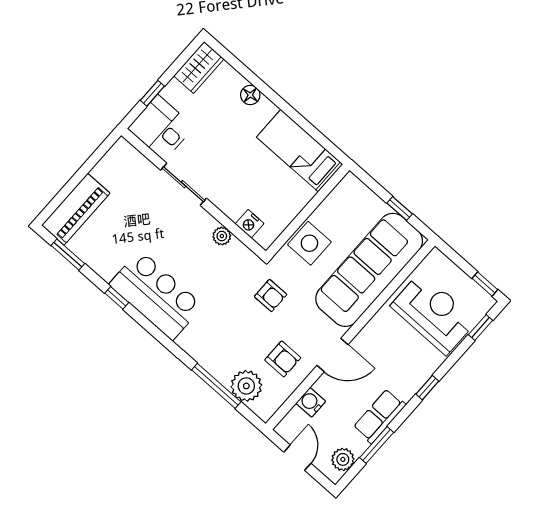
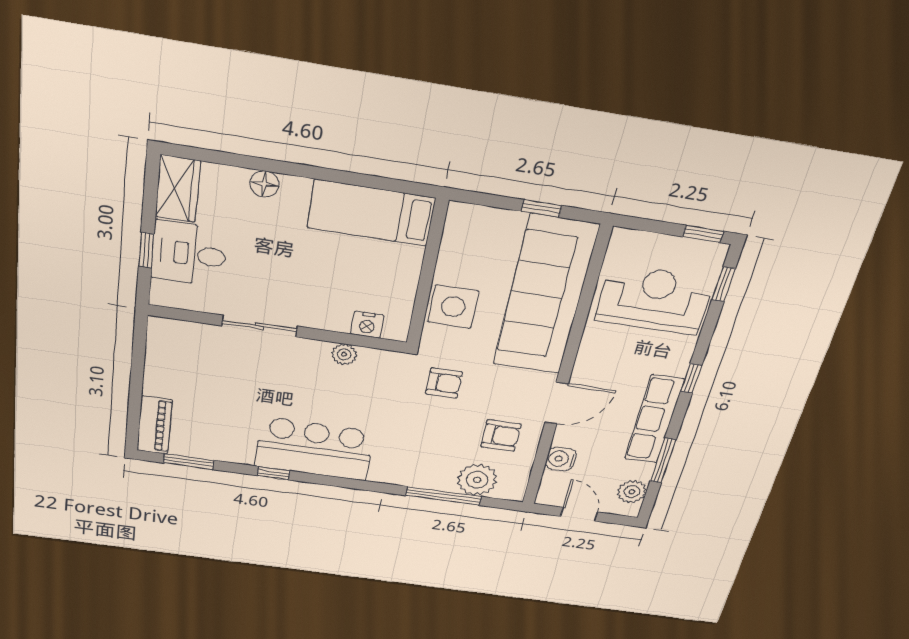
desk: (161, 128) -> (189, 254), moved
piano: (76, 209) -> (155, 425), width x0.73, depth x0.75
row of seats: (379, 416) -> (654, 419), width x1.48

